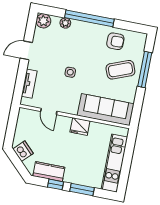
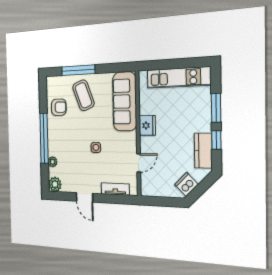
armchair: (115, 41) -> (59, 107), turned 90

